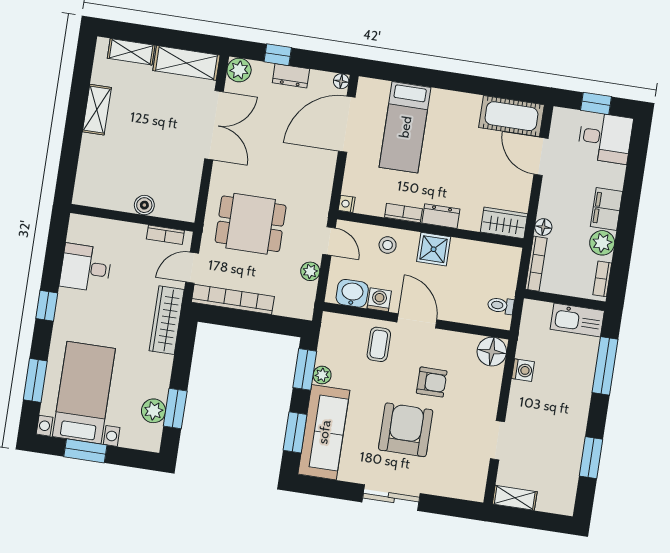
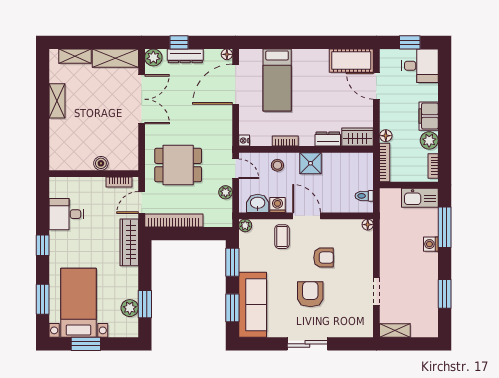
dresser: (291, 76) -> (185, 56), width x1.44
dresser: (441, 216) -> (328, 139), moved
floor lamp: (492, 352) -> (368, 225), width x0.53, depth x0.53
washing machine: (523, 370) -> (431, 244), moved, turned 180
plant: (322, 375) -> (245, 225), moved
armchair: (406, 430) -> (310, 294), width x0.73, depth x0.73

